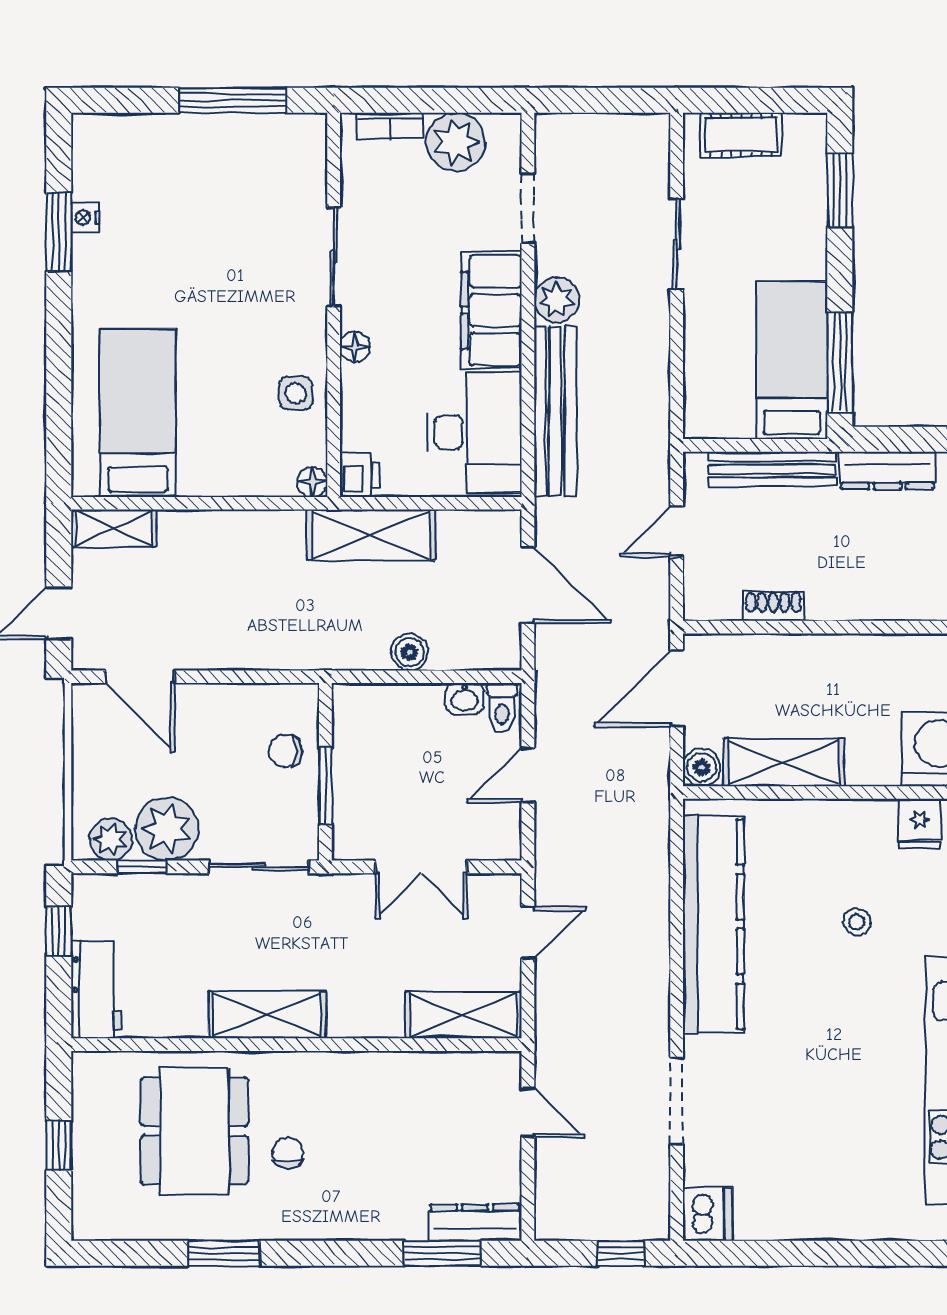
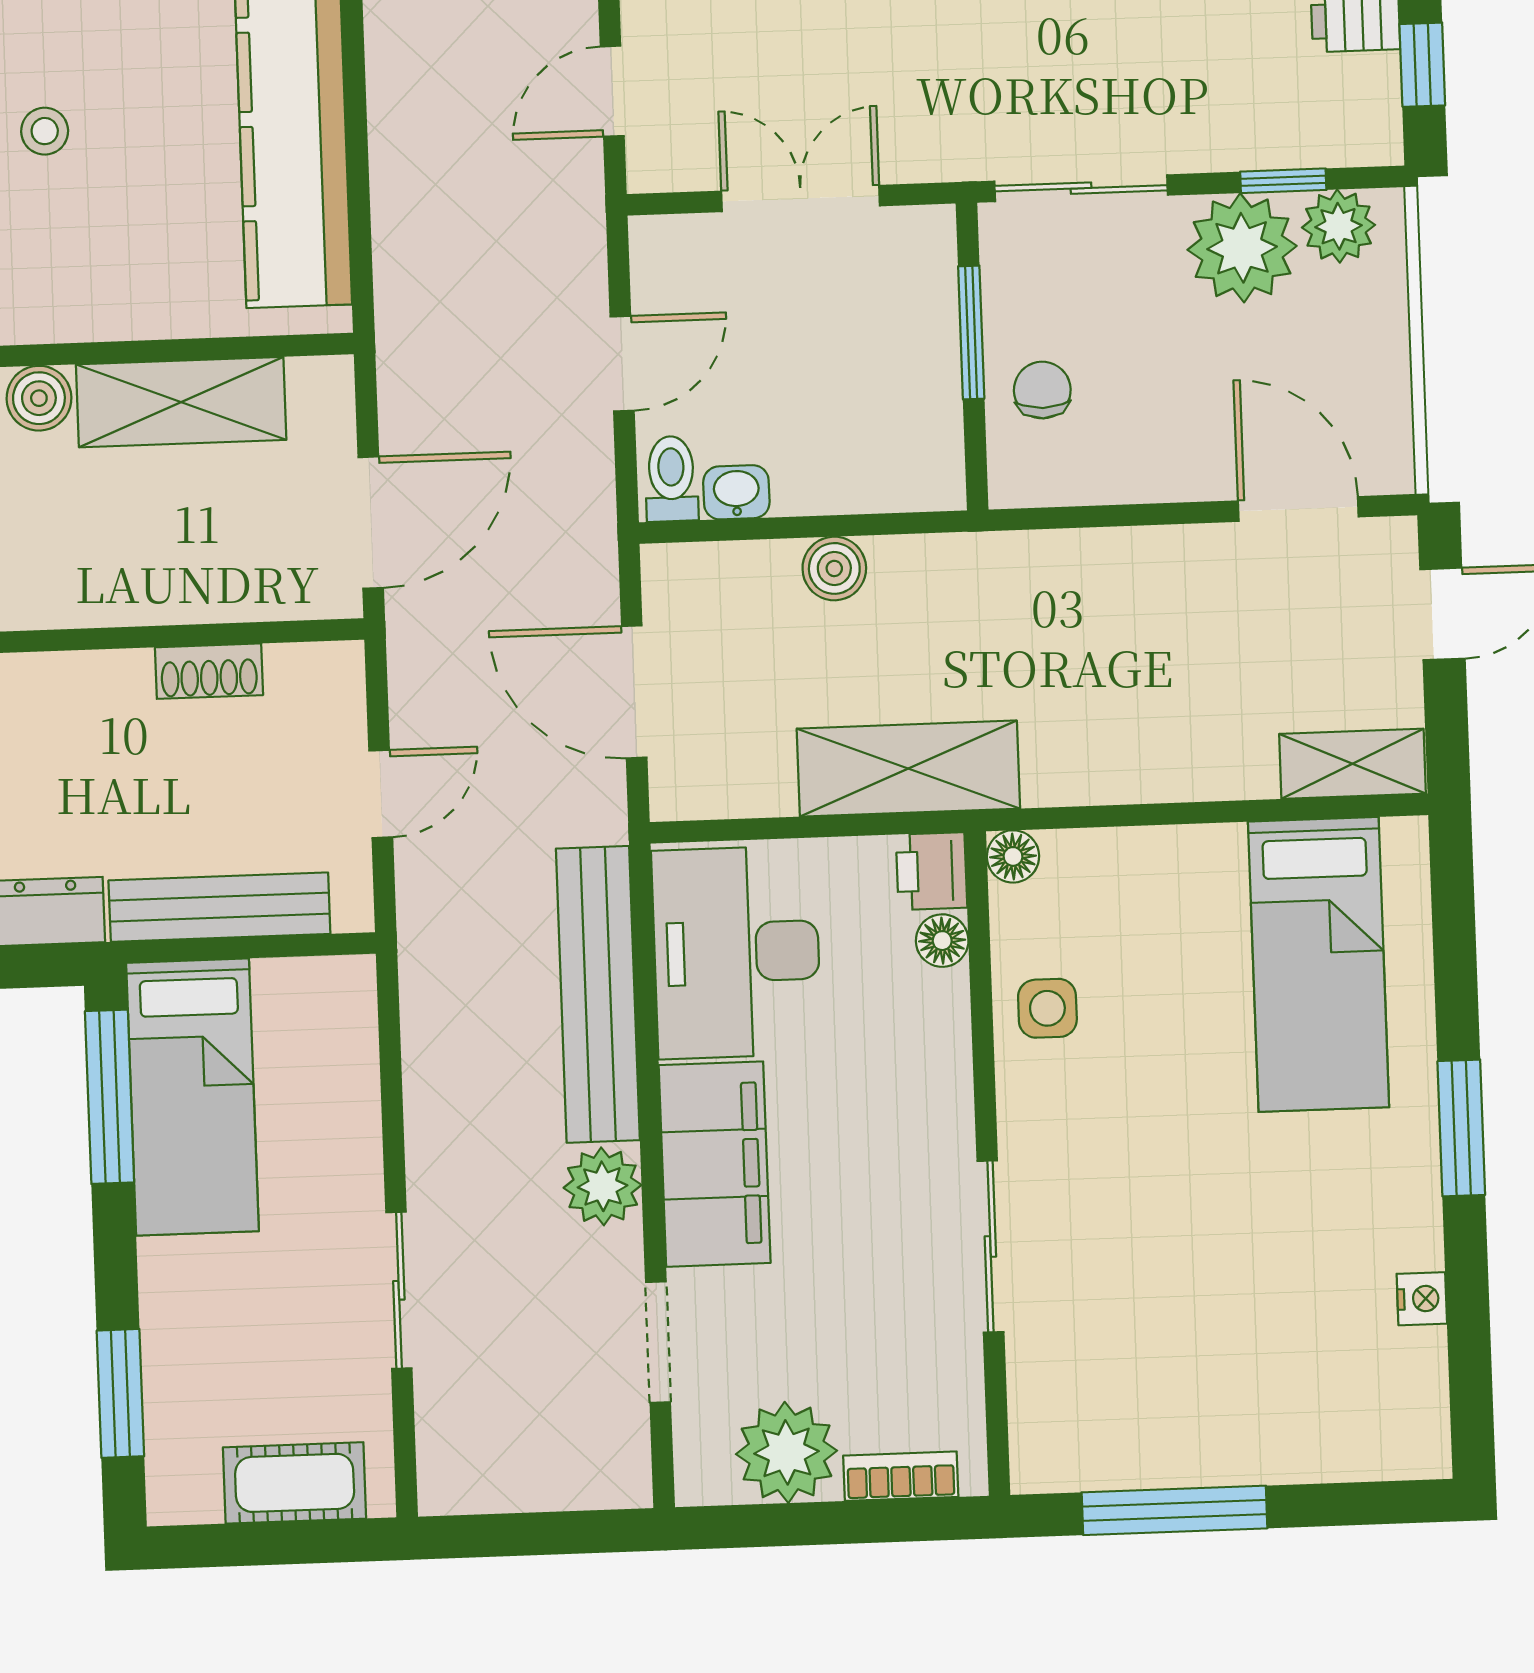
window: (59, 232) -> (1461, 1128), moved
floor lamp: (355, 347) -> (942, 941), moved
chair: (285, 751) -> (1042, 390), turned -90
boiler: (702, 768) -> (39, 398), moved

